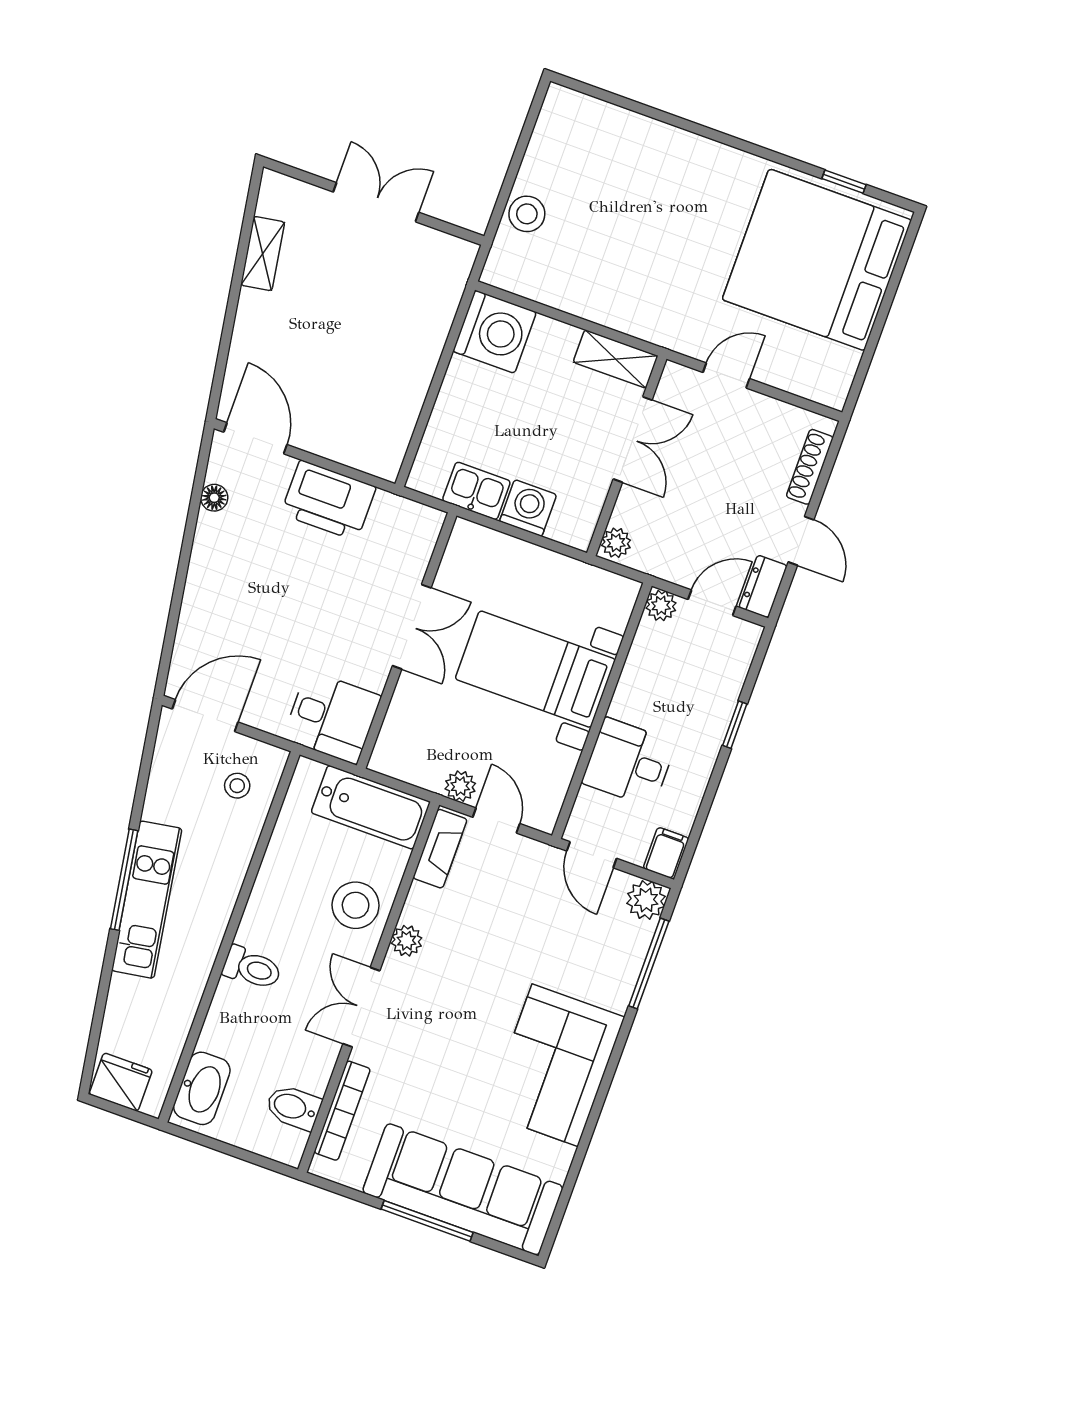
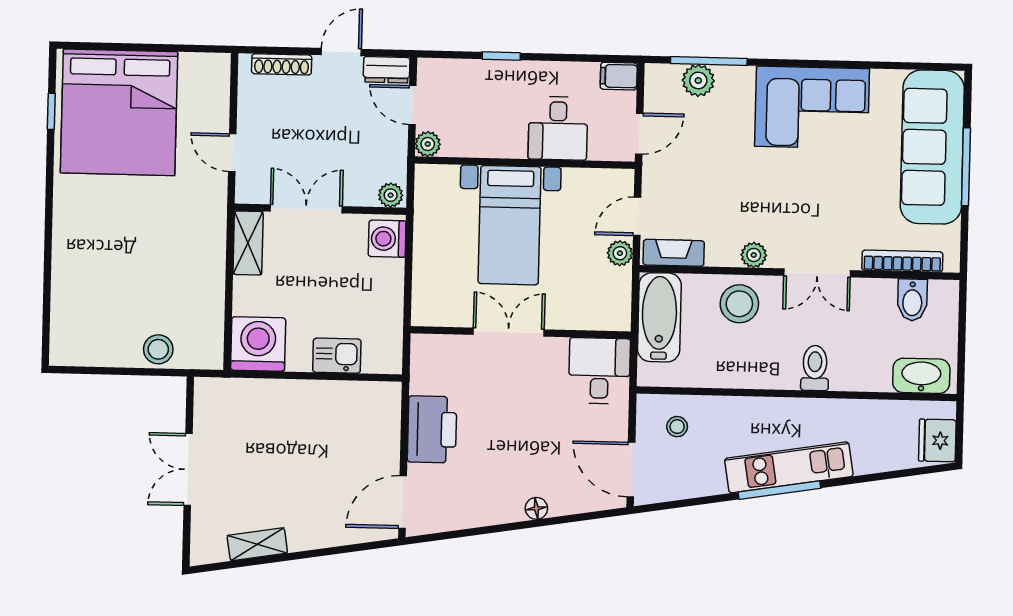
kitchen sink: (476, 491) -> (337, 356), moved, turned 90
floor lamp: (214, 498) -> (536, 508), moved
washing machine: (528, 508) -> (387, 239), moved
plant: (646, 900) -> (698, 81), moved

